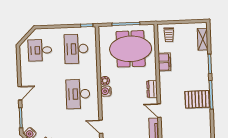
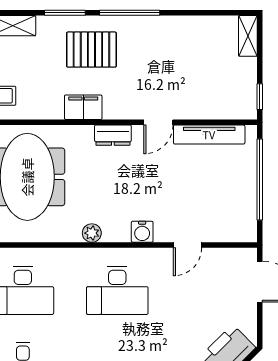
filing cabinet: (164, 62) -> (83, 107), moved
water cooler: (106, 91) -> (142, 232), moved
pallet: (197, 99) -> (91, 50), moved, turned 90

